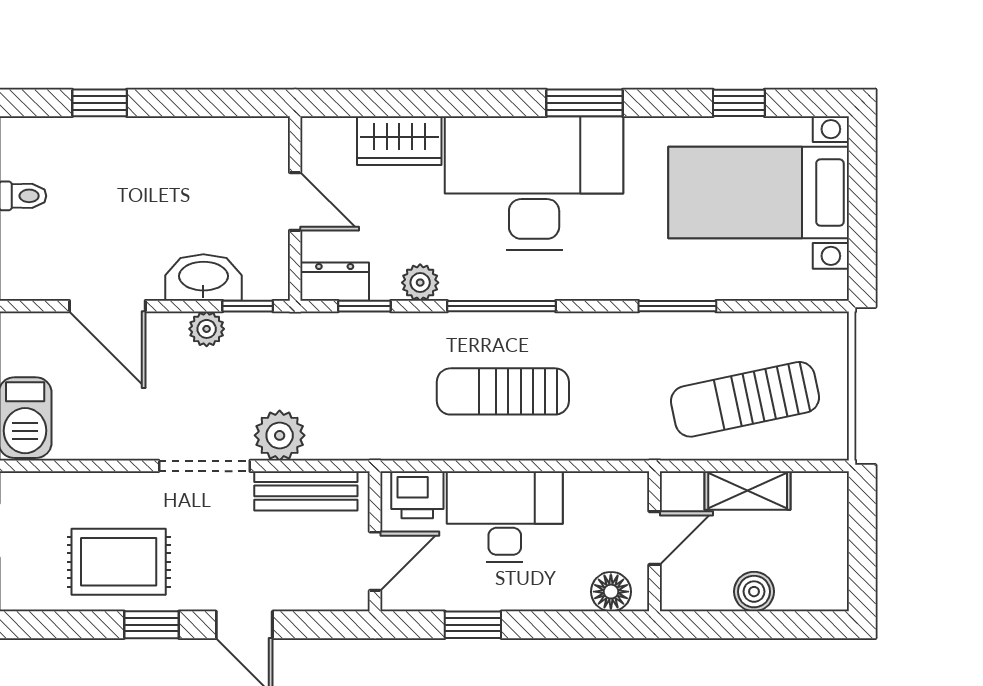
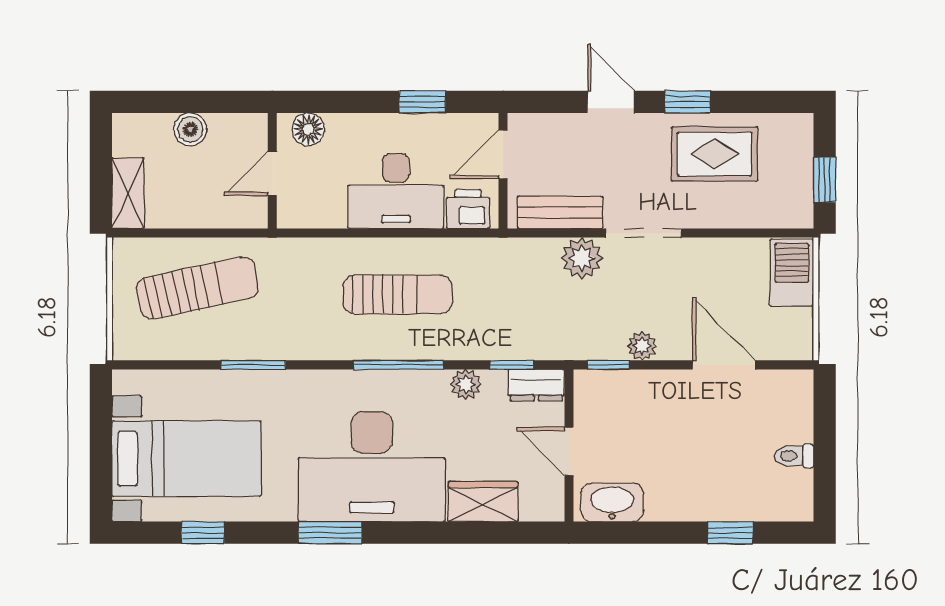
washbasin: (203, 277) -> (612, 502), moved, turned 180
shelving: (748, 491) -> (128, 193), moved, turned 90

